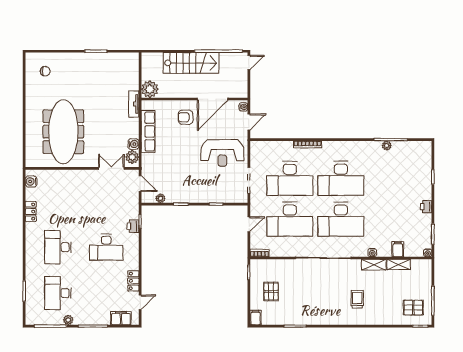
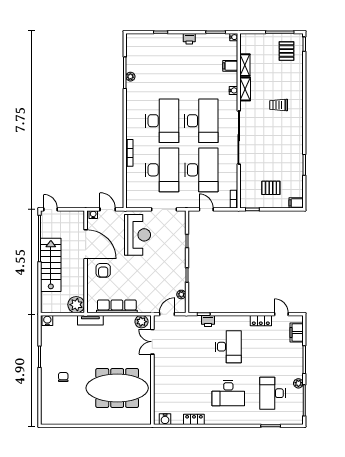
chair: (45, 71) -> (63, 377), moved
water cooler: (133, 144) -> (47, 320), moved
desk: (58, 293) -> (273, 393), turned 90

